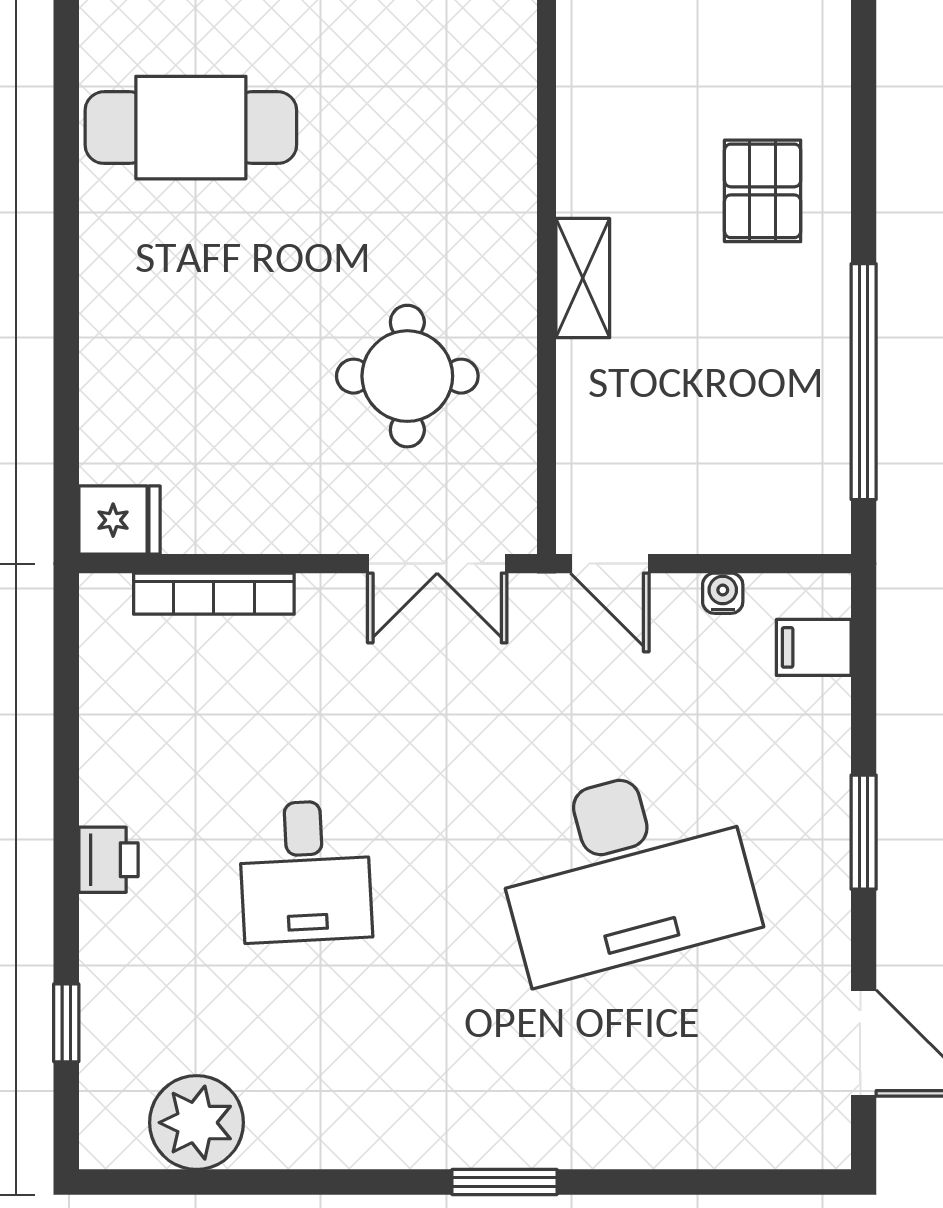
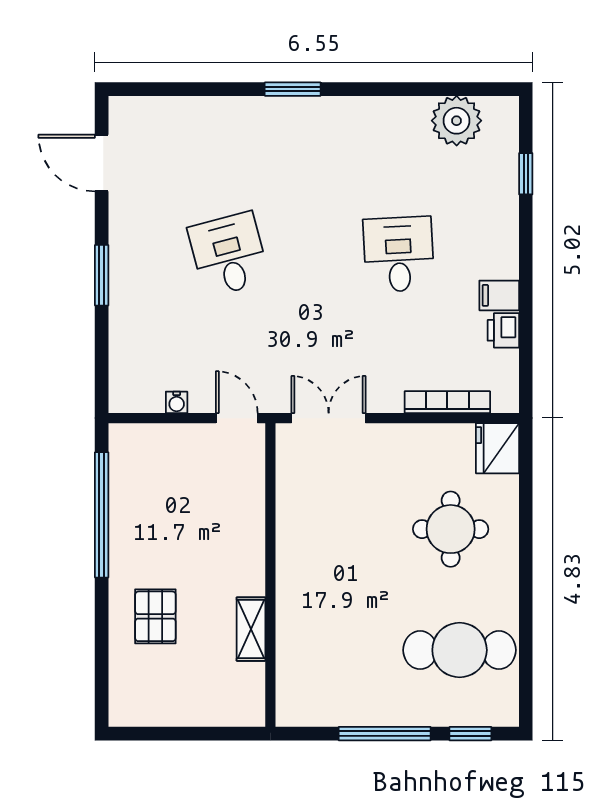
shelving: (583, 278) -> (251, 629), moved
round table: (407, 376) -> (451, 529), moved
fridge: (120, 520) -> (497, 448), width x1.38
filing cabinet: (814, 647) -> (499, 295), moved, turned 180
printer: (108, 860) -> (503, 330), moved
desk: (625, 871) -> (229, 254), width x0.53, depth x0.77

